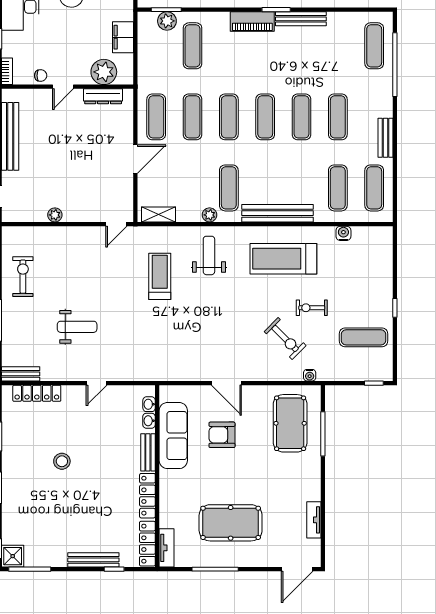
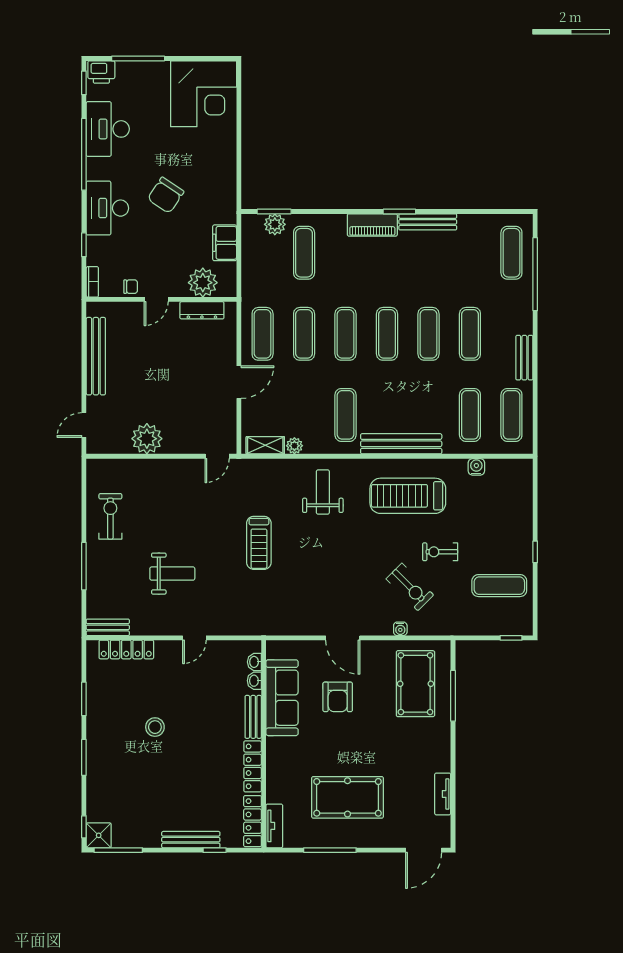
plant: (55, 215) -> (147, 439), width x1.88, depth x1.88
plant: (210, 215) -> (294, 446), moved
treadmill: (160, 276) -> (259, 543), moved, turned 180
water cooler: (310, 375) -> (400, 629), moved
armchair: (222, 435) -> (338, 697), turned -90

